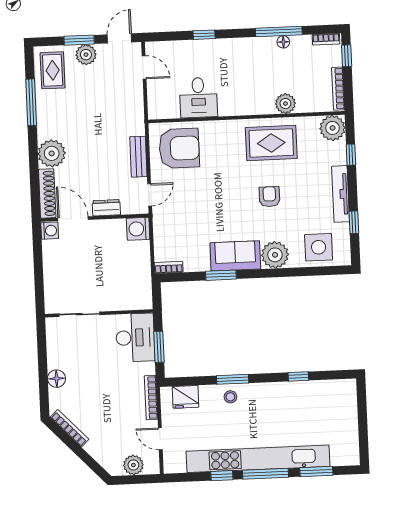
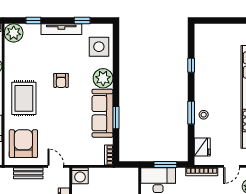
rug: (271, 143) -> (24, 98), moved
armchair: (269, 197) -> (61, 80), turned -90
sofa: (235, 256) -> (102, 113), width x1.36

